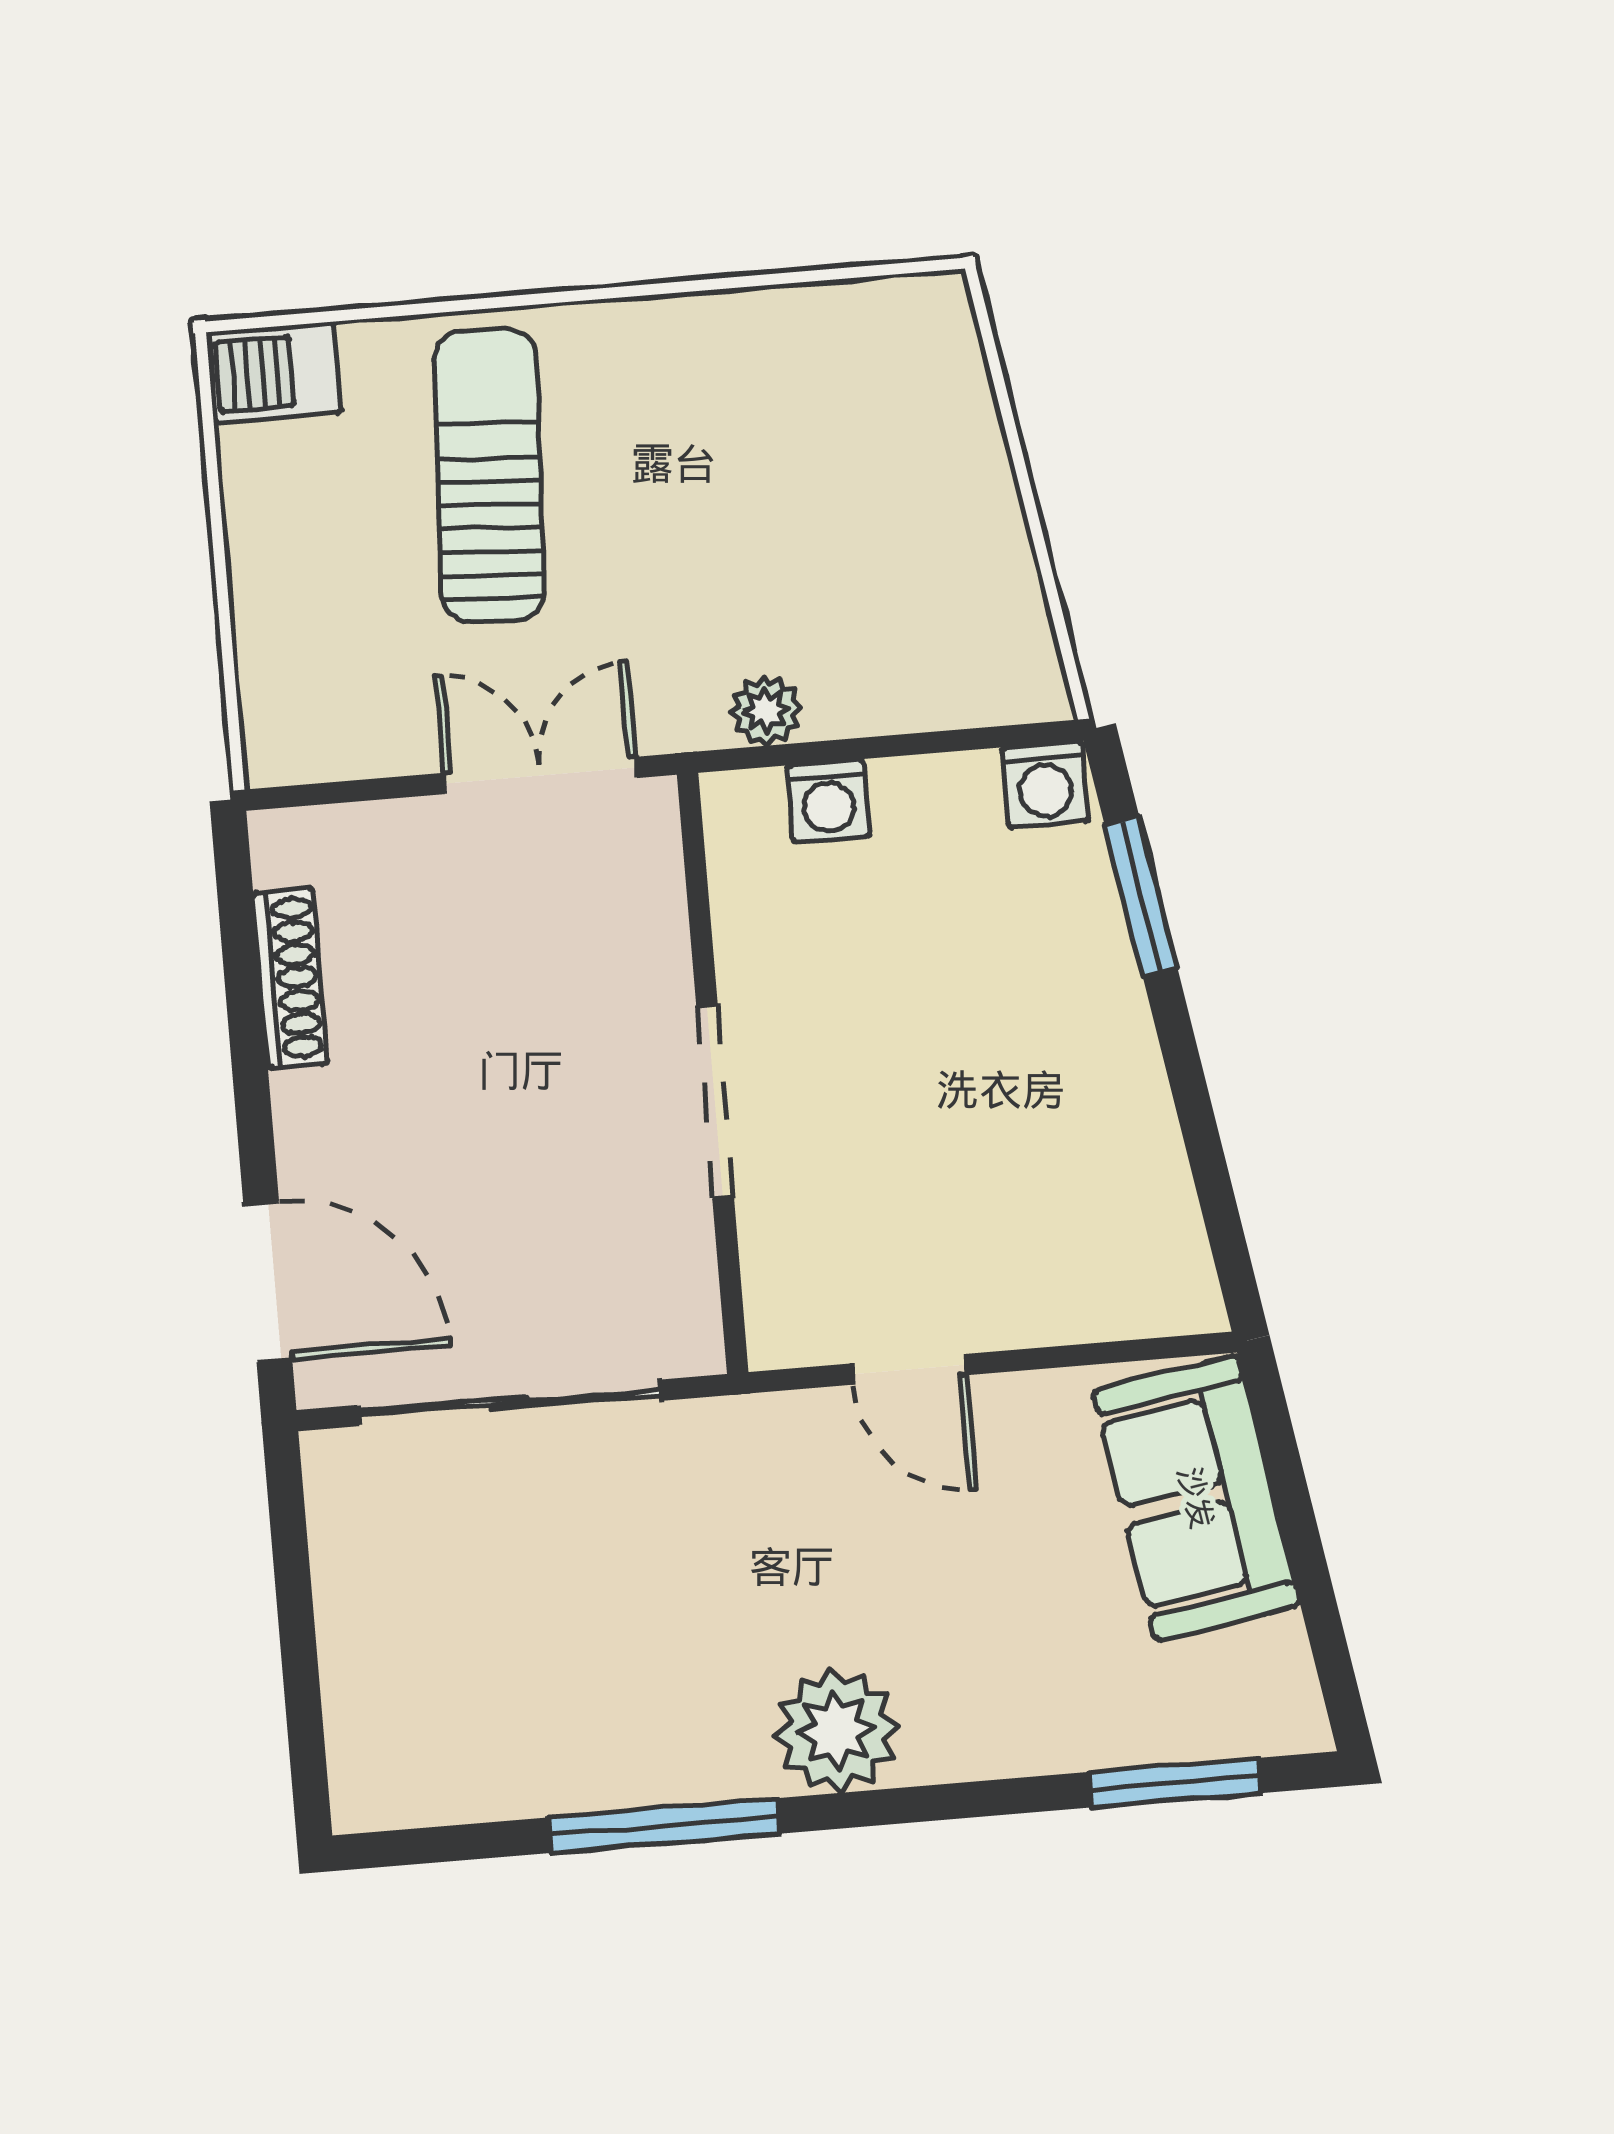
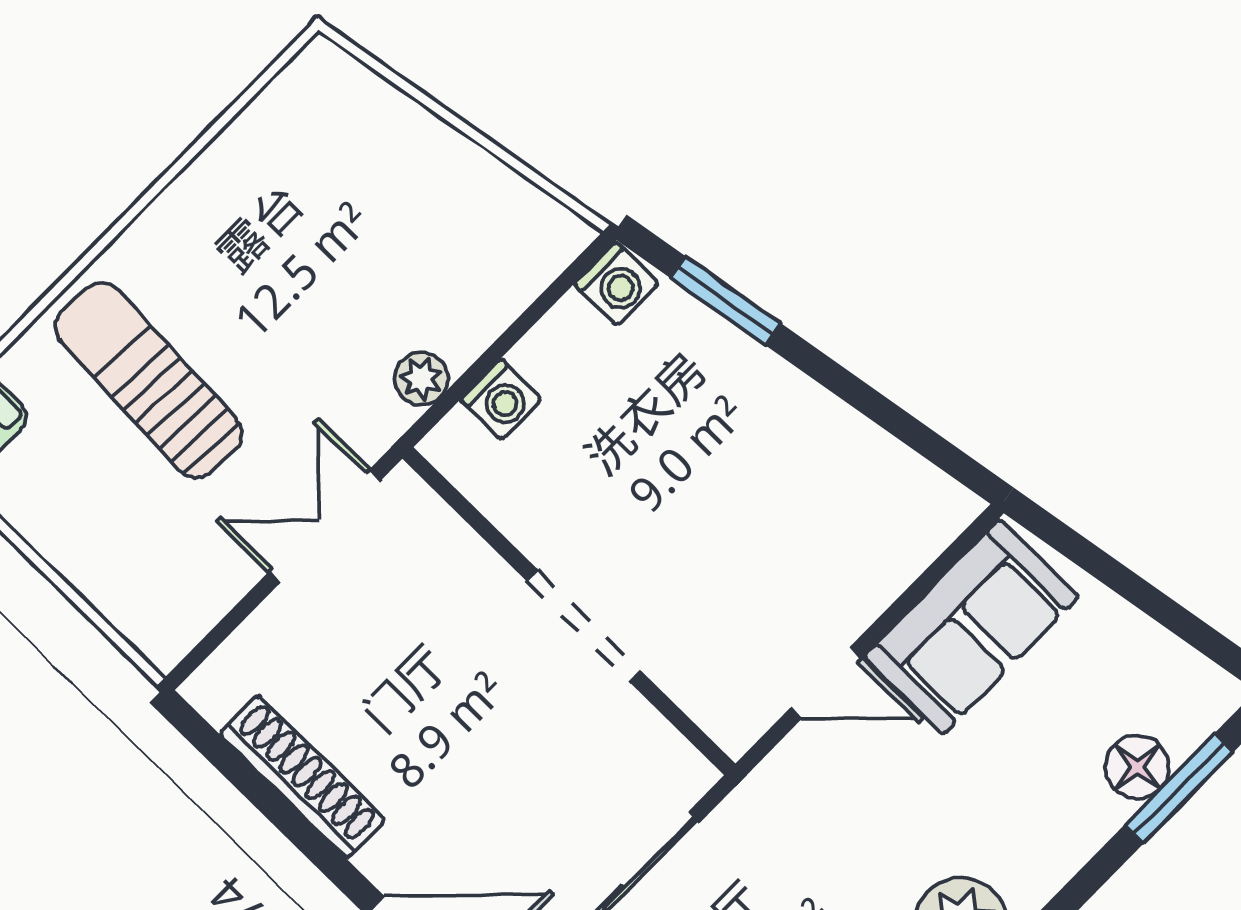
shoe rack: (290, 978) -> (302, 777), width x1.36, depth x1.24
sofa: (1196, 1498) -> (971, 627), moved, turned -81
floor lamp: (1151, 1725) -> (1137, 767), added

